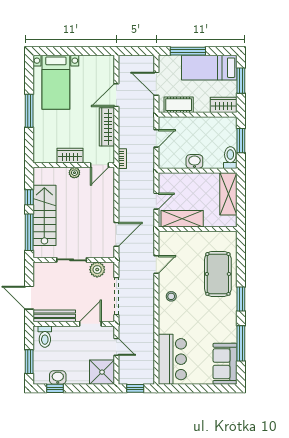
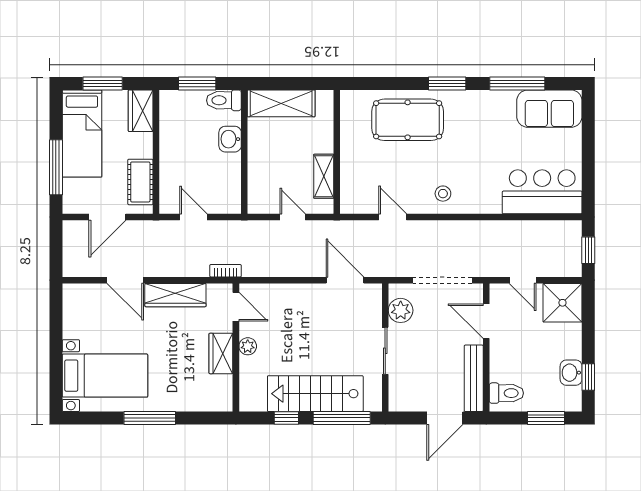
washbasin: (194, 161) -> (230, 139), moved
shelving: (182, 219) -> (324, 176), width x0.67, depth x0.75
door: (116, 347) -> (523, 280), swing flipped

